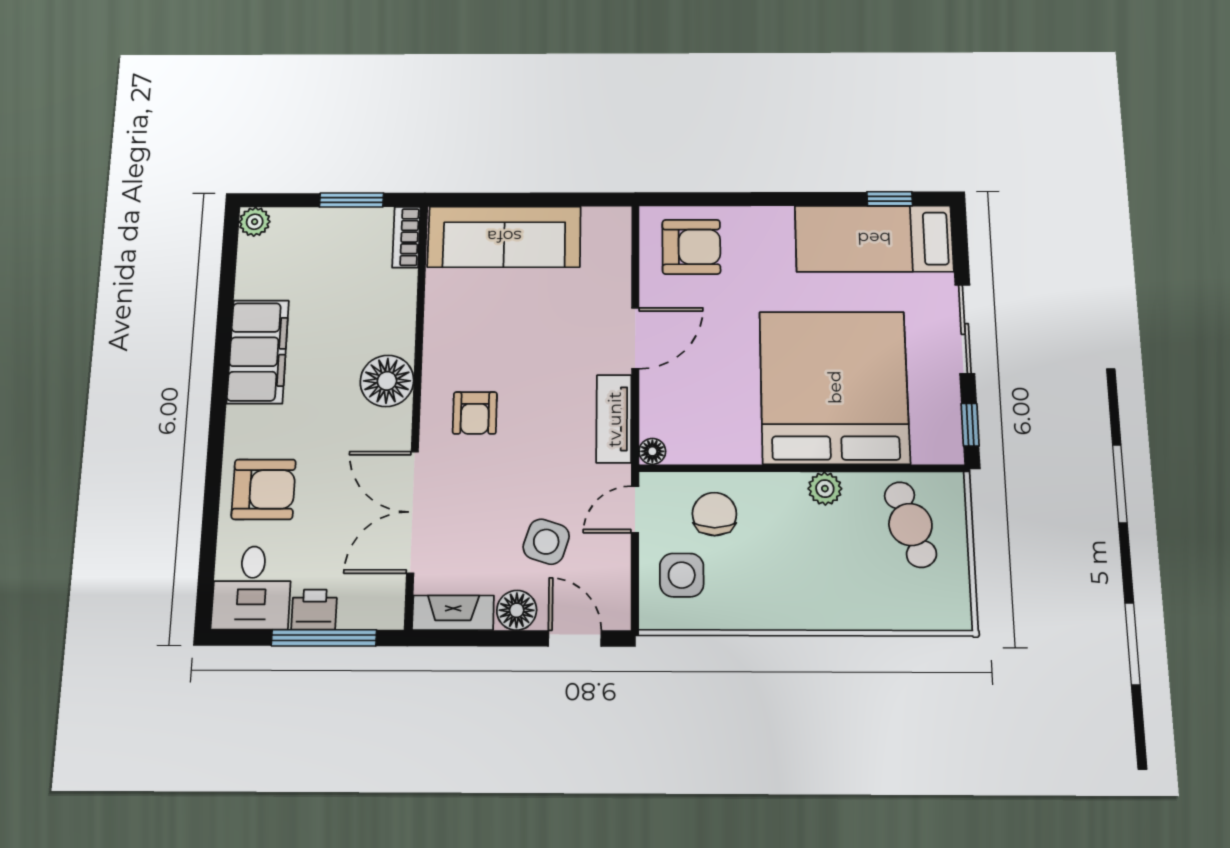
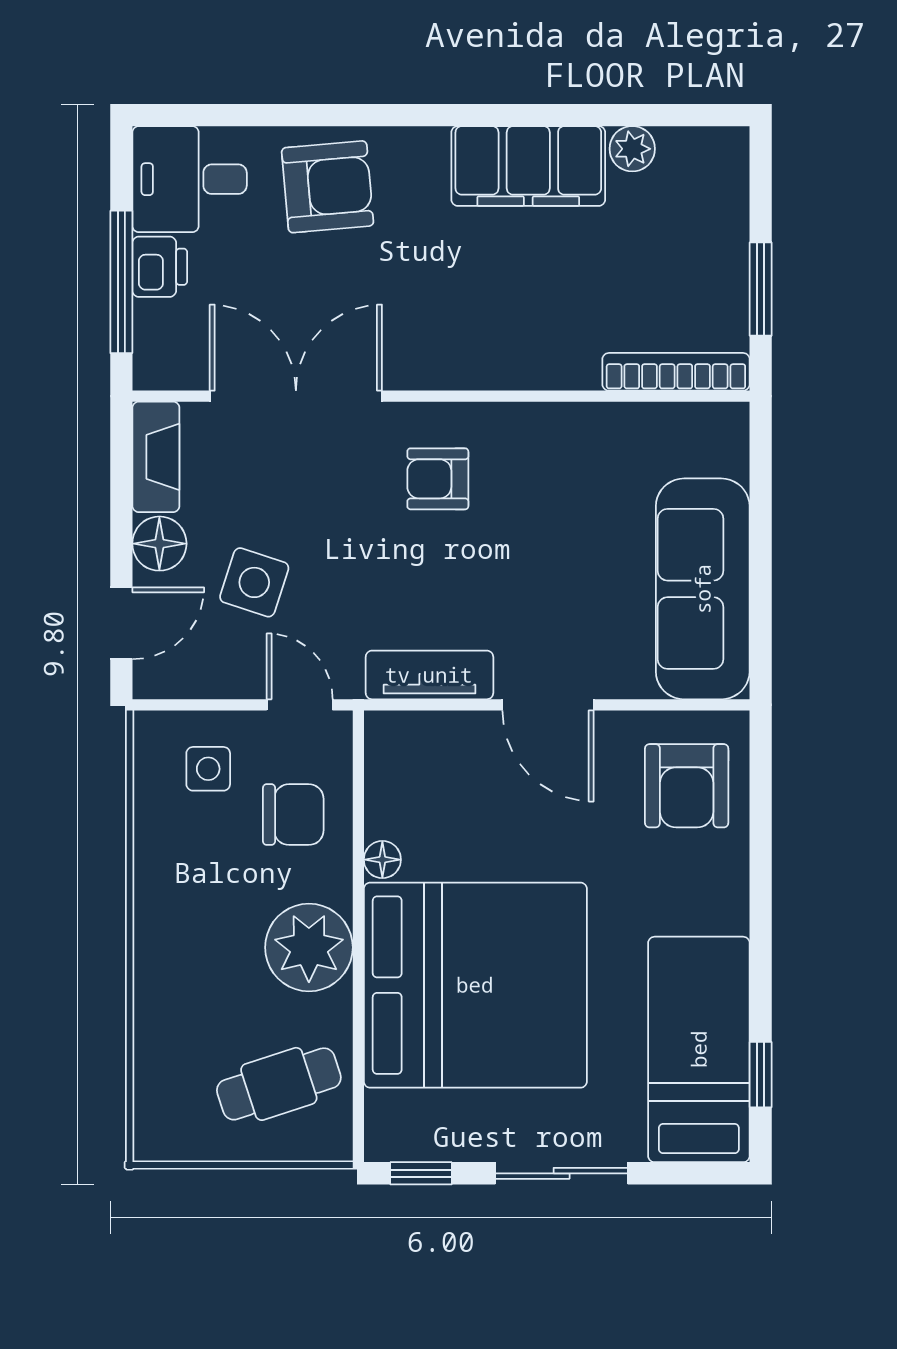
plant: (255, 222) -> (632, 149), moved
bookcase: (406, 237) -> (676, 372), width x1.56
sofa: (504, 237) -> (703, 589), moved
floor lamp: (387, 381) -> (485, 353), removed
floor lamp: (652, 451) -> (382, 860), moved
armchair: (264, 489) -> (328, 187), turned -95
plant: (825, 489) -> (309, 947), width x1.87, depth x1.87
side table: (682, 575) -> (208, 769), width x0.73, depth x0.73

